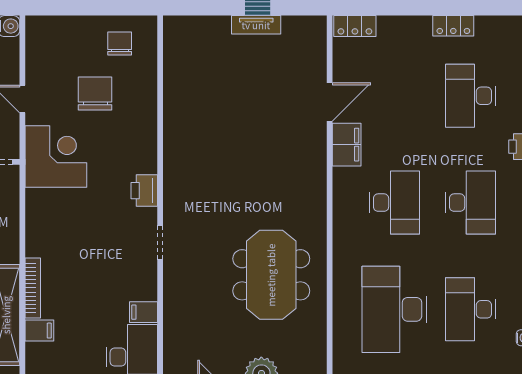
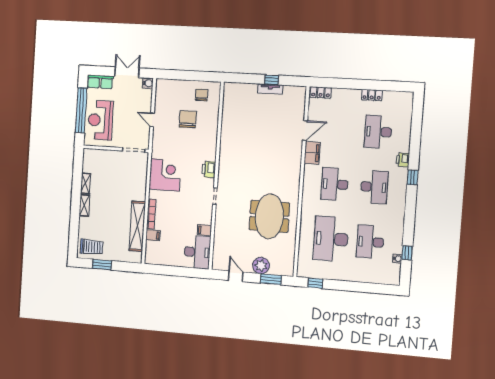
corner desk: (56, 157) -> (165, 175), moved
desk: (395, 203) -> (335, 184), turned 180

